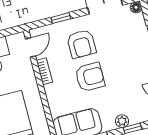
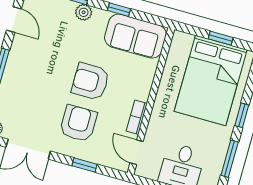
door: (31, 47) -> (137, 152), hinge flipped

